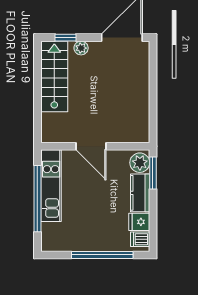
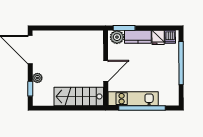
stairs: (54, 77) -> (79, 96), moved

